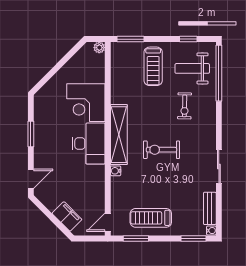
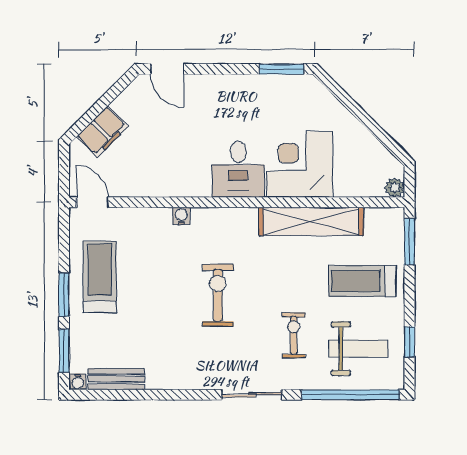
weight bench: (192, 68) -> (359, 349), turned 90
exercise bike: (185, 106) -> (294, 335), turned 89
window: (31, 134) -> (282, 69), moved
shelving: (119, 135) -> (311, 221), moved
desk: (89, 144) -> (238, 169), width x0.73
sliding door: (219, 166) -> (252, 395), moved
window: (136, 238) -> (64, 295), moved

